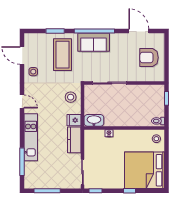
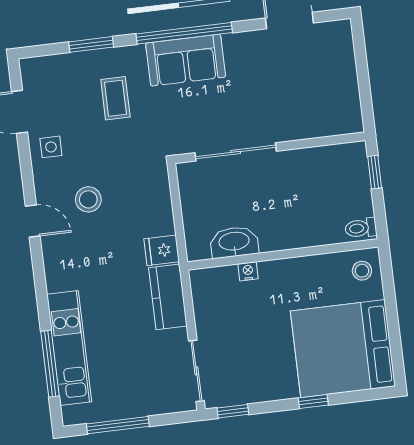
coffee table: (63, 55) -> (115, 98), width x0.54, depth x0.58
armchair: (149, 58) -> (321, 80), removed
stool: (71, 97) -> (88, 199), moved
washbasin: (94, 120) -> (234, 242), moved
kitchen unit: (31, 137) -> (69, 348), moved

